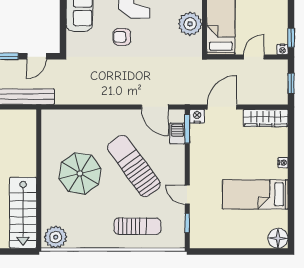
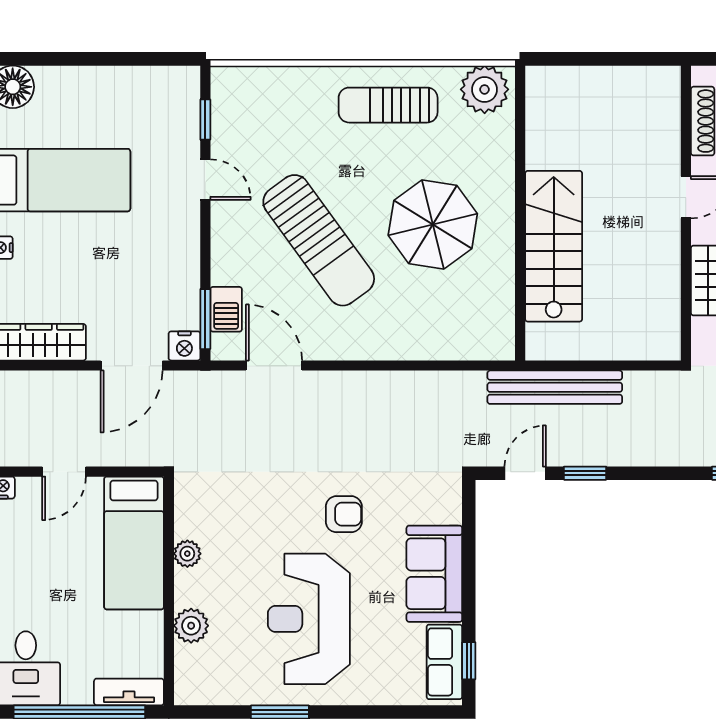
plant: (190, 24) -> (187, 554), width x0.53, depth x0.53
stairs: (23, 213) -> (554, 246), moved
sun lounger: (137, 226) -> (388, 105), moved

